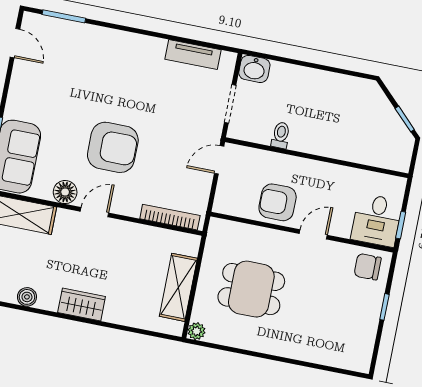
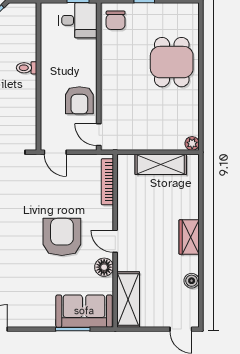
toilet: (281, 135) -> (27, 68), moved
door: (313, 234) -> (99, 135), moved
dining table: (251, 289) -> (172, 62), moved

